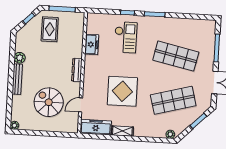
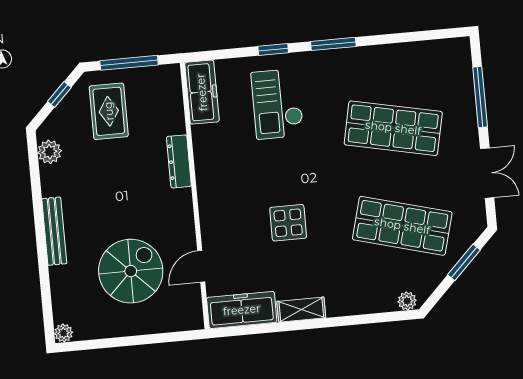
checkout: (126, 37) -> (277, 104), turned 180
freezer: (92, 44) -> (202, 92), moved, width x1.40
plant: (20, 58) -> (50, 152), moved
dresser: (77, 70) -> (179, 161), moved
display table: (122, 91) -> (288, 223), width x0.54, depth x0.54
shop shelf: (173, 100) -> (402, 226), turned 30
spiral stairs: (49, 102) -> (131, 271), turned 90

